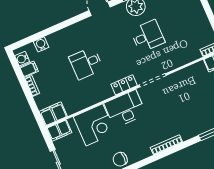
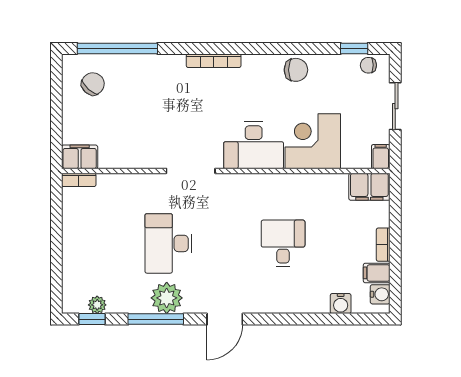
desk: (148, 36) -> (168, 243), width x1.37
desk: (86, 63) -> (283, 243), turned -90
locker: (124, 85) -> (239, 183), removed
filing cabinet: (59, 131) -> (381, 157), width x0.50

